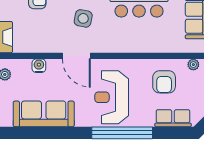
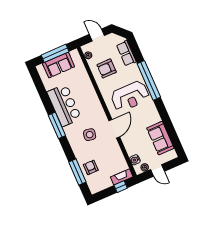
water cooler: (39, 66) -> (135, 160), moved
armchair: (164, 82) -> (107, 68), turned 180
sofa: (44, 114) -> (160, 138), width x0.73

